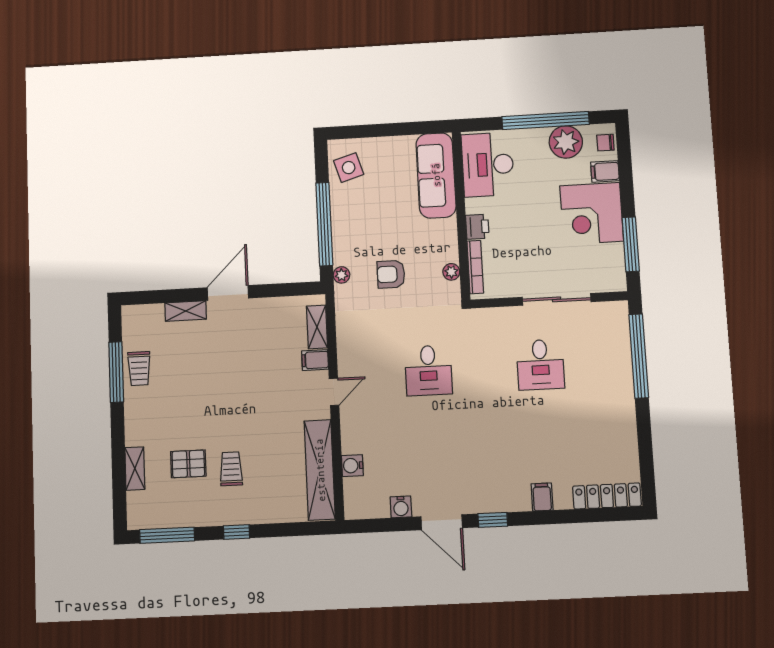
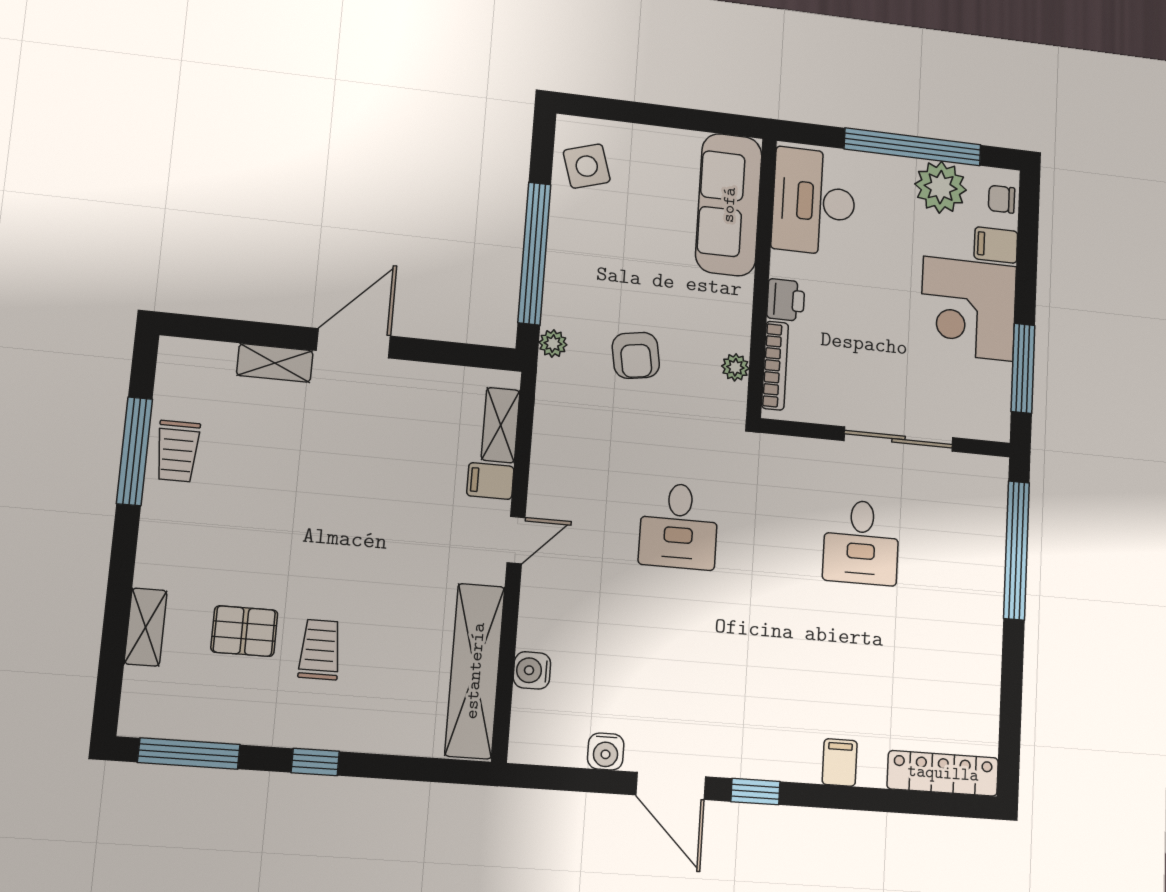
armchair: (391, 274) -> (636, 355), turned -99

